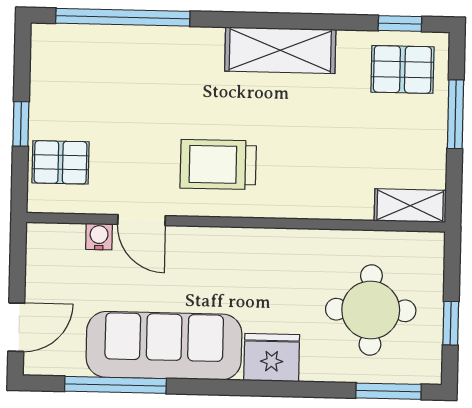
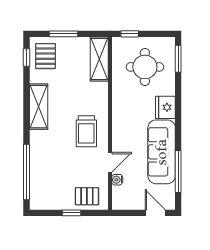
pallet: (61, 162) -> (87, 196), turned 90
shelving: (410, 206) -> (99, 59), width x1.50, depth x1.33
window: (451, 323) -> (130, 34), moved

